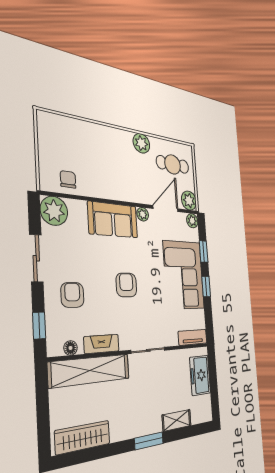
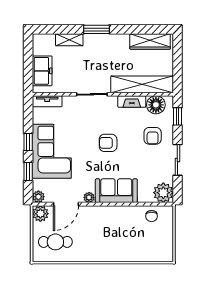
plant: (141, 143) -> (86, 254), removed
armchair: (126, 285) -> (108, 143), turned 90
floor lamp: (71, 348) -> (156, 105), width x1.89, depth x1.89

